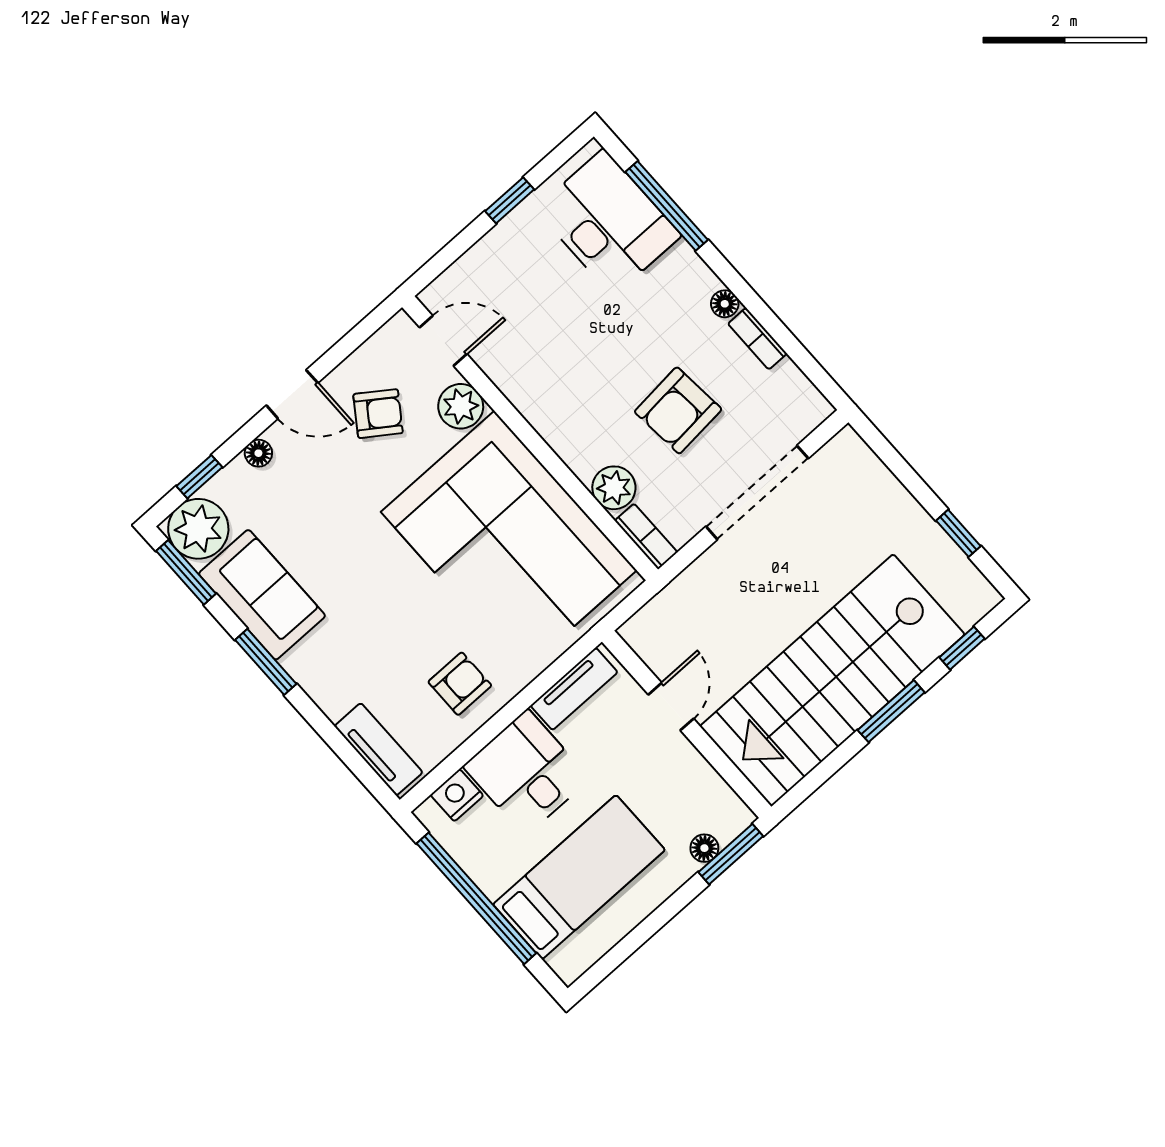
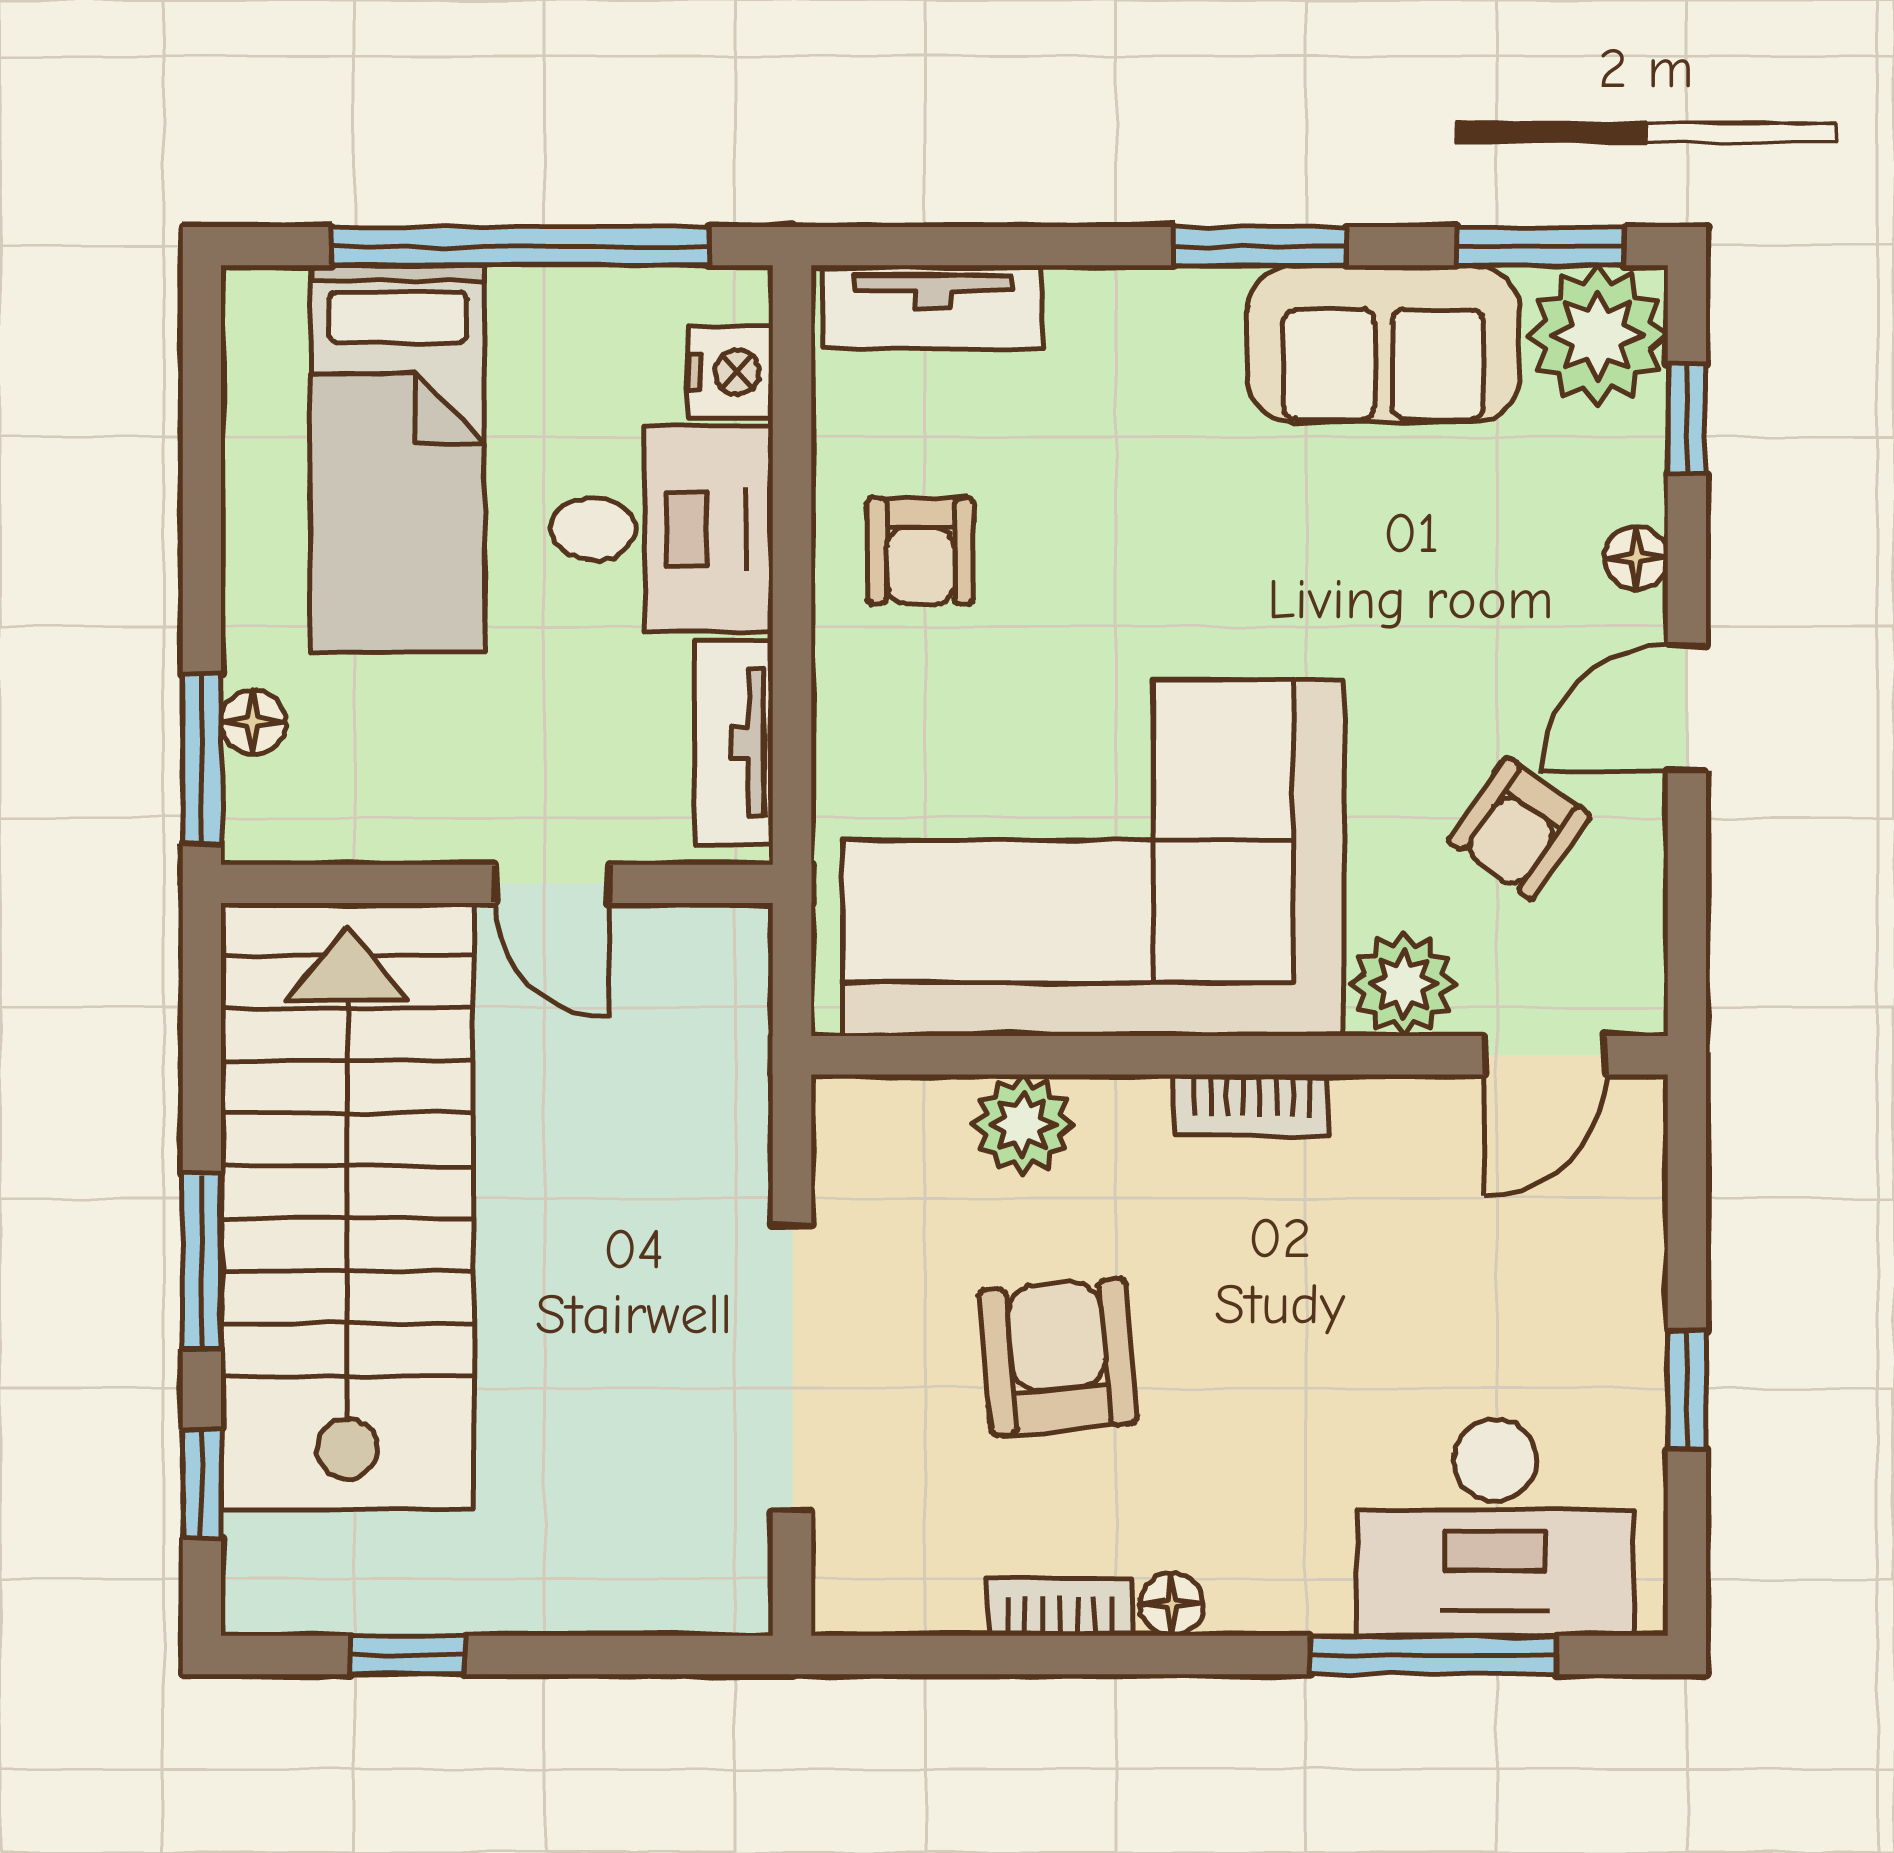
bookcase: (646, 536) -> (1252, 1105), moved

